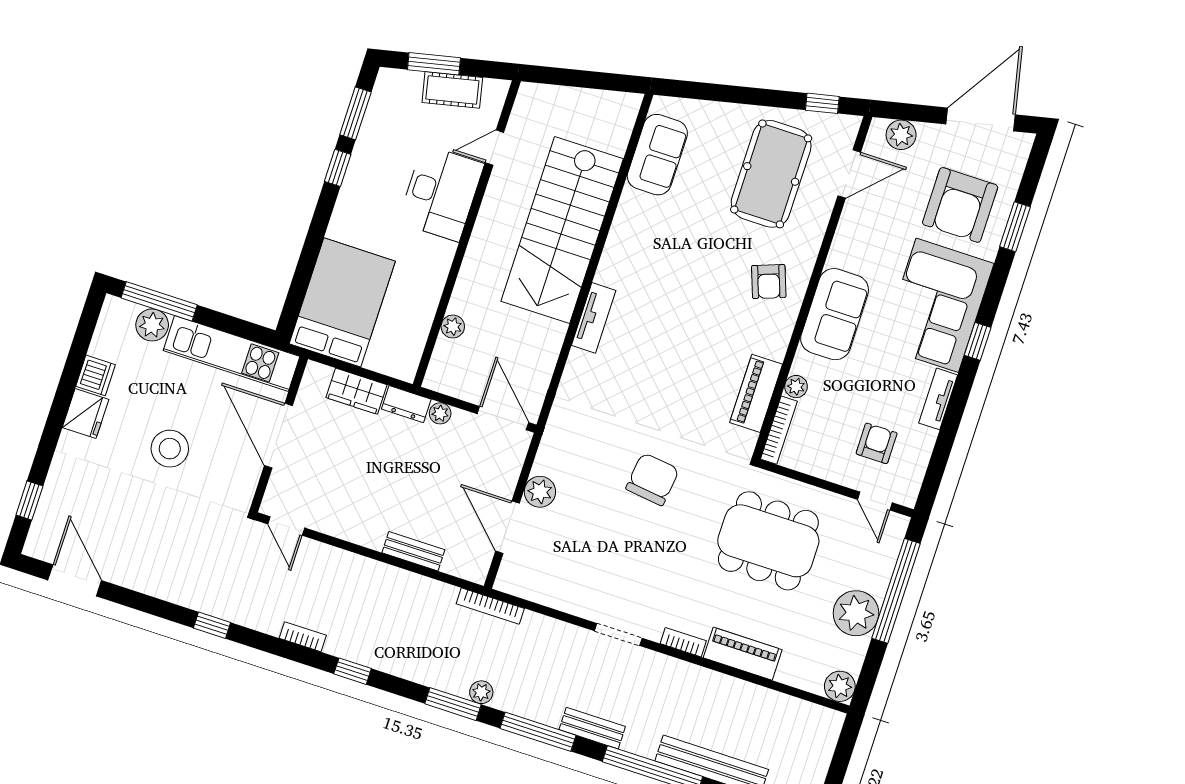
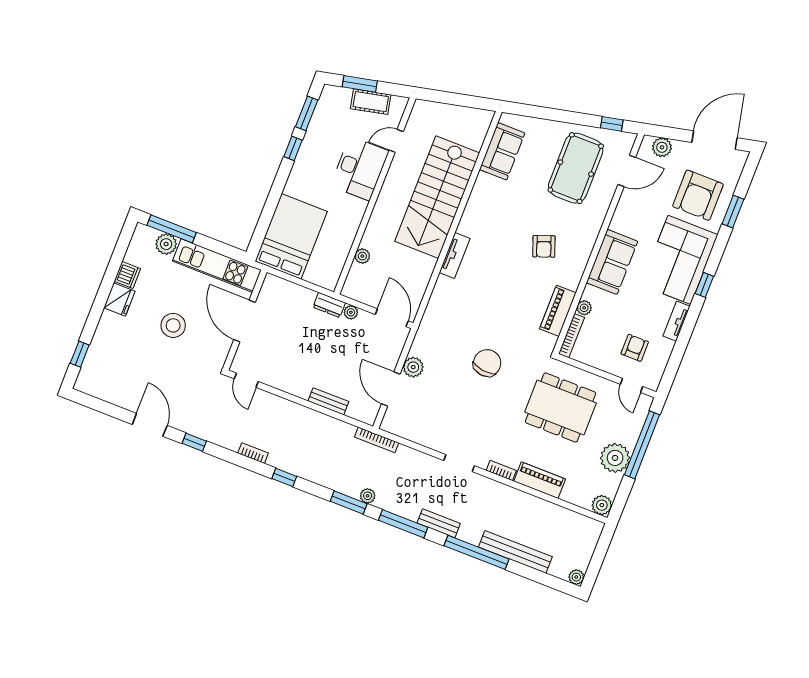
armchair: (769, 282) -> (544, 246), moved
wardrobe: (356, 391) -> (297, 295), removed
door: (75, 580) -> (150, 425), moved

